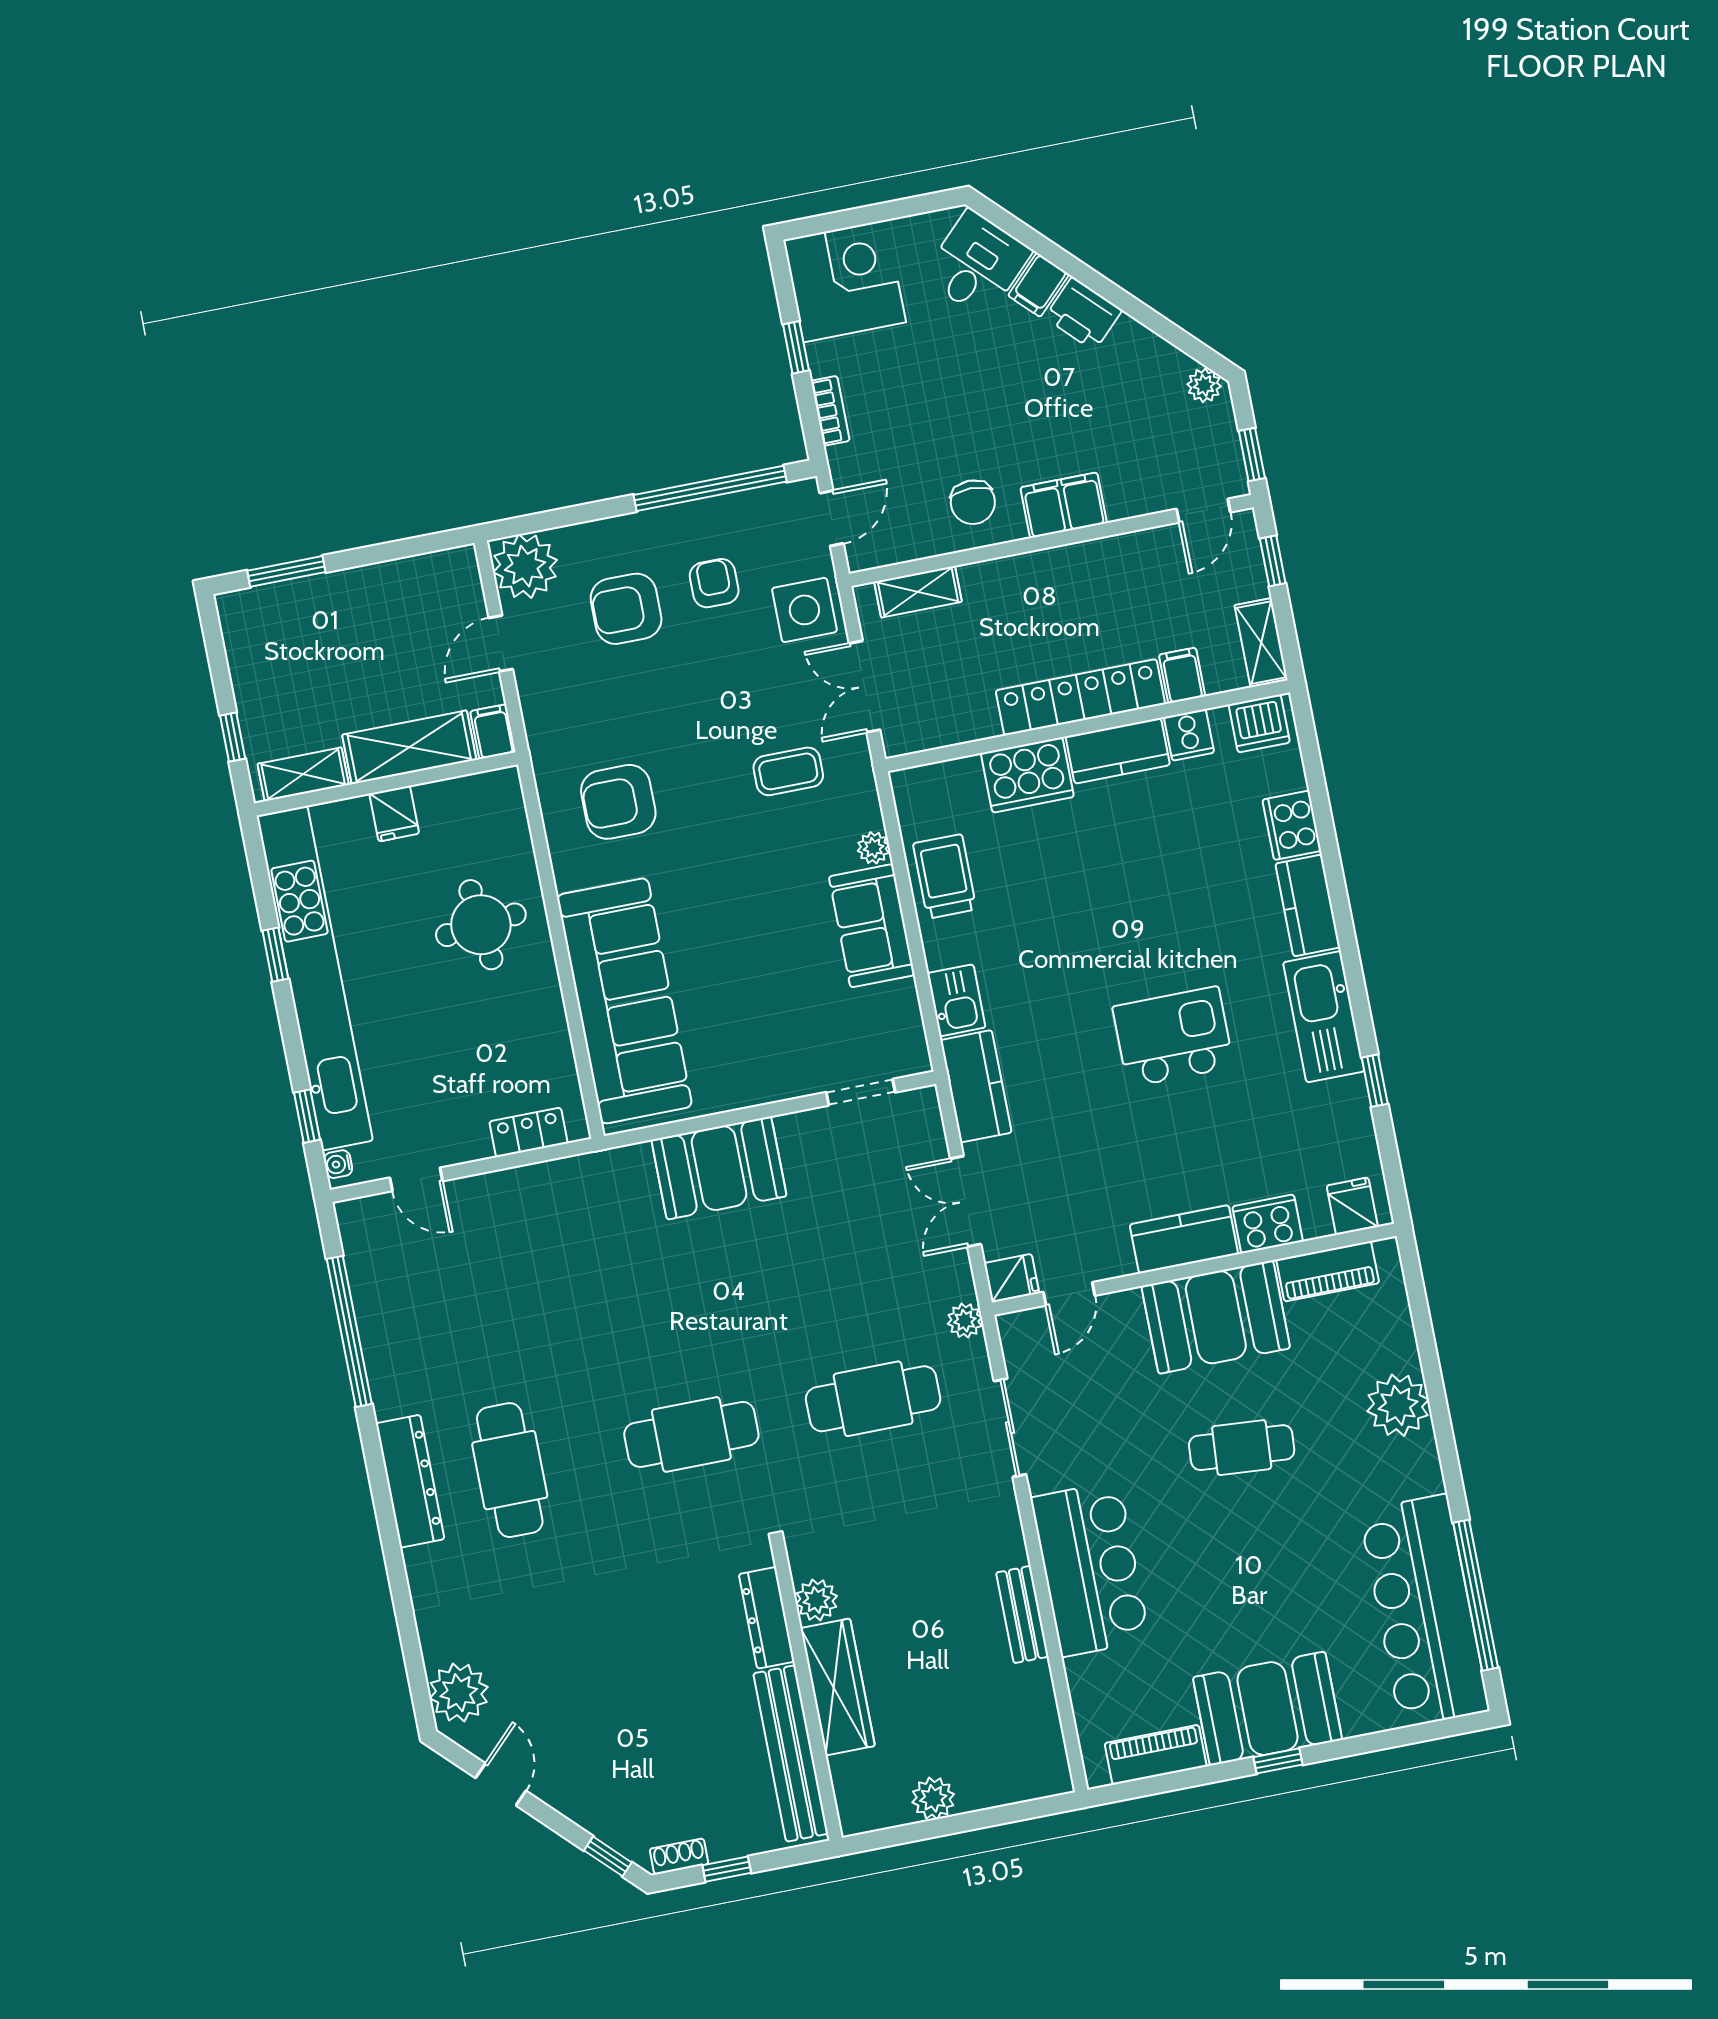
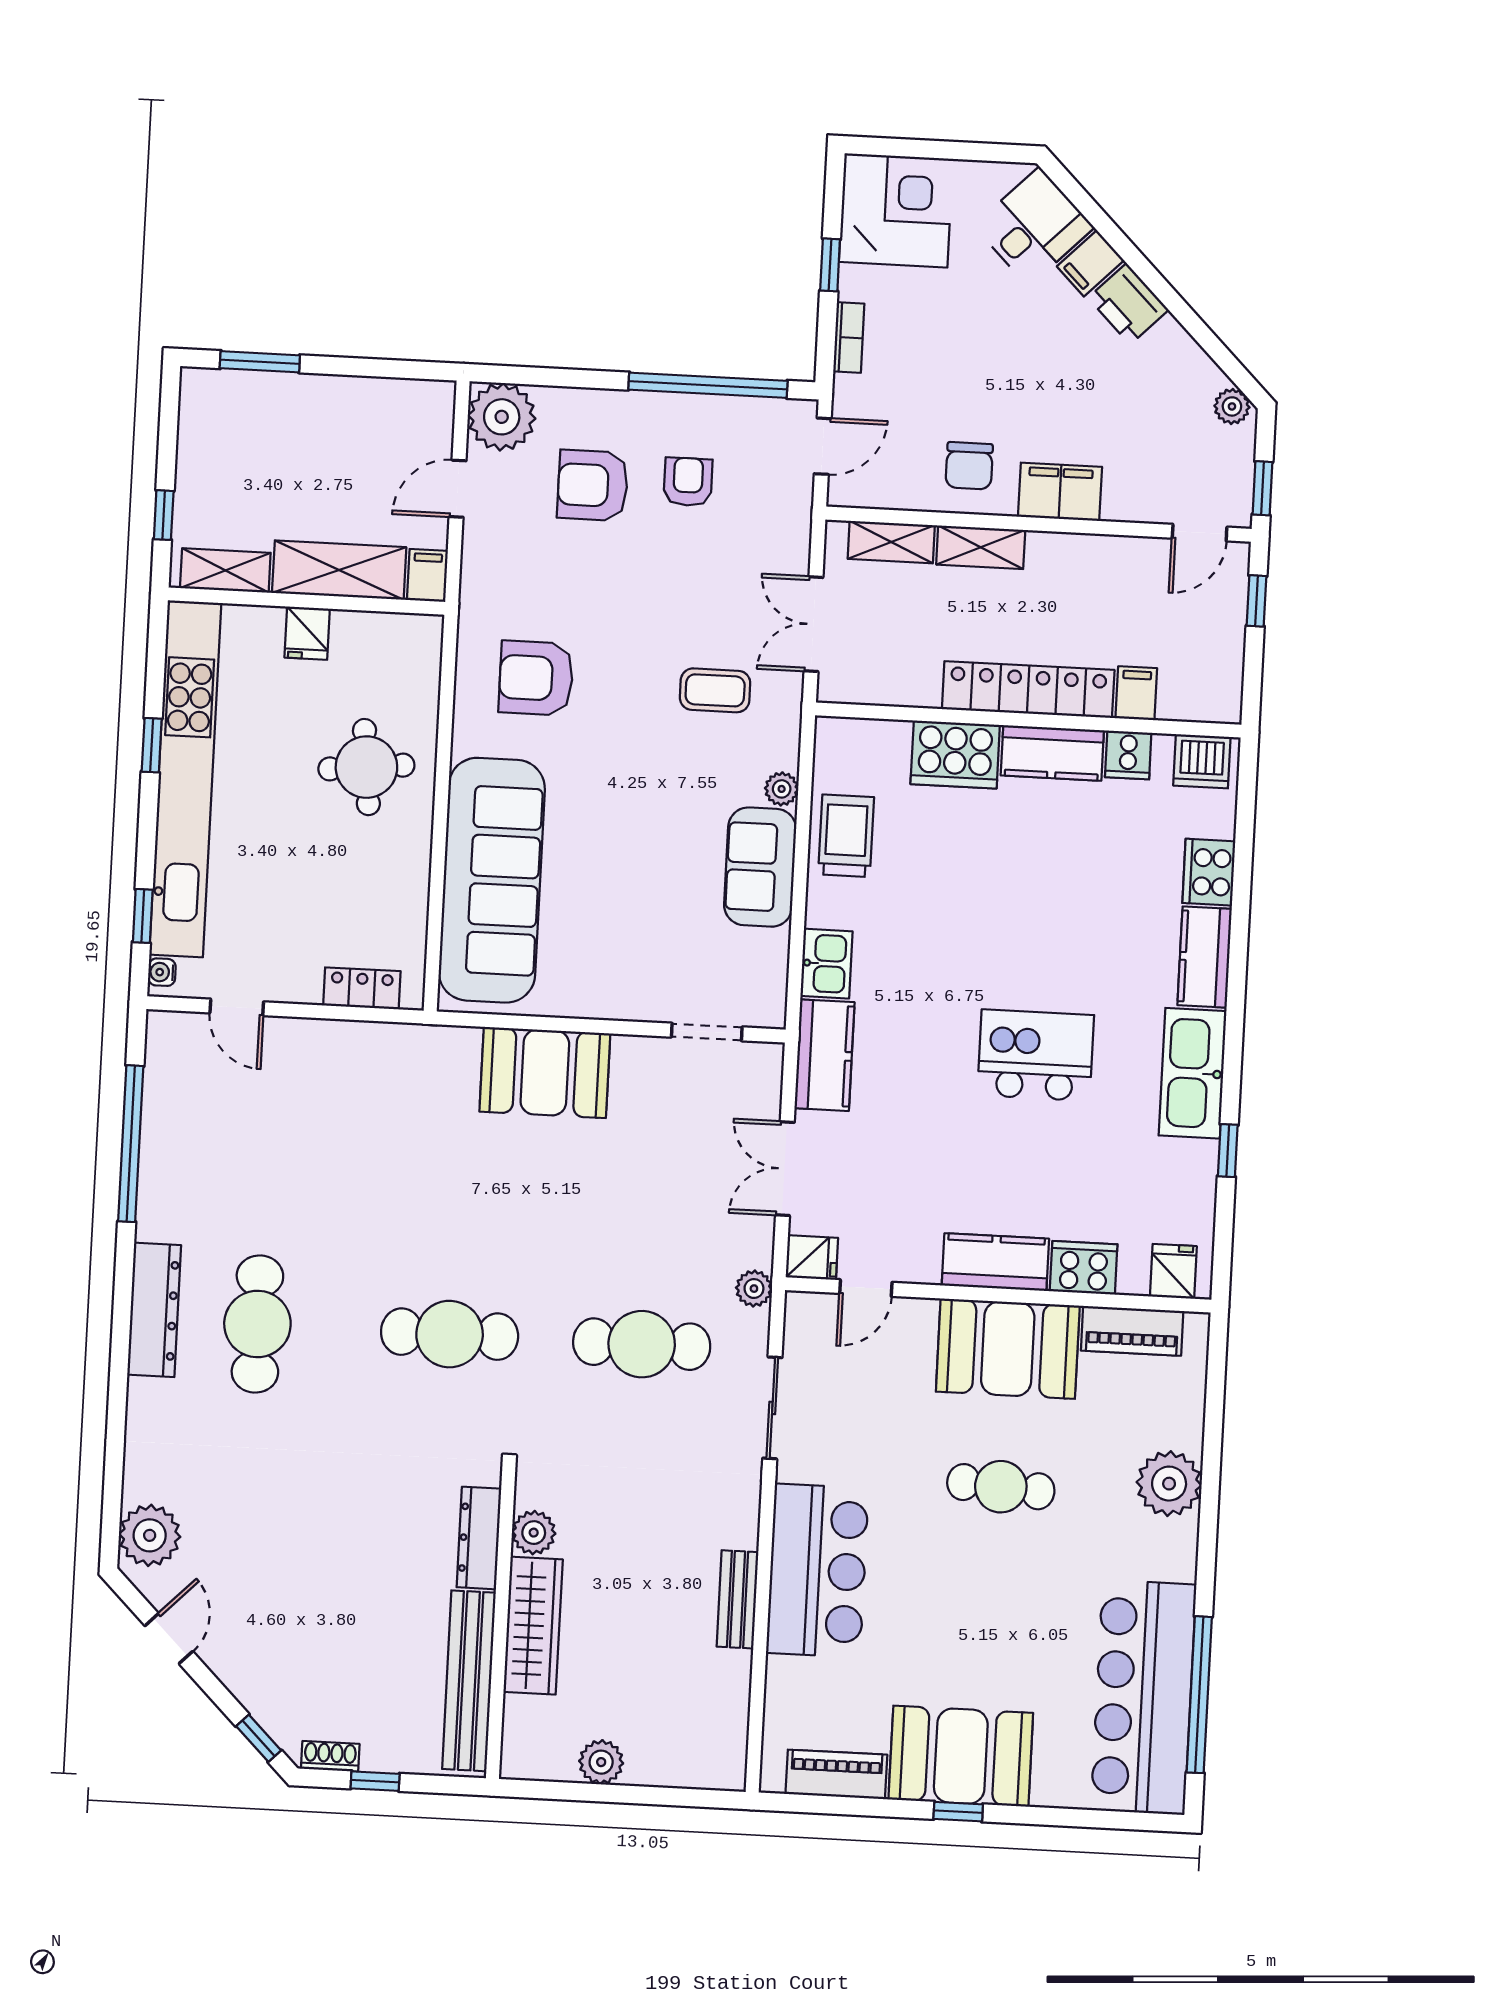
side table: (804, 610) -> (772, 532), removed
shelving: (1261, 643) -> (981, 547), moved, turned 90

